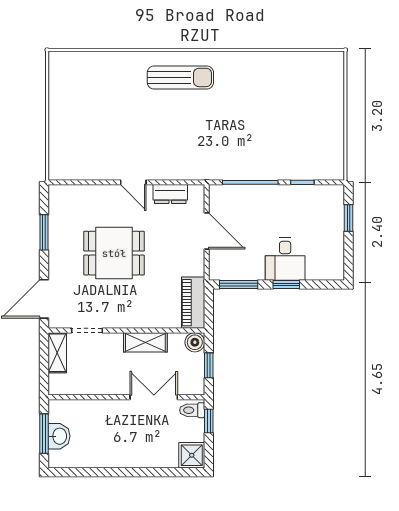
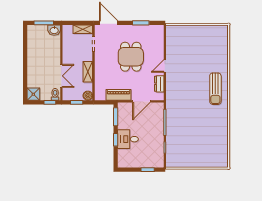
piano: (193, 303) -> (118, 95), moved
washbasin: (59, 436) -> (54, 30), moved

